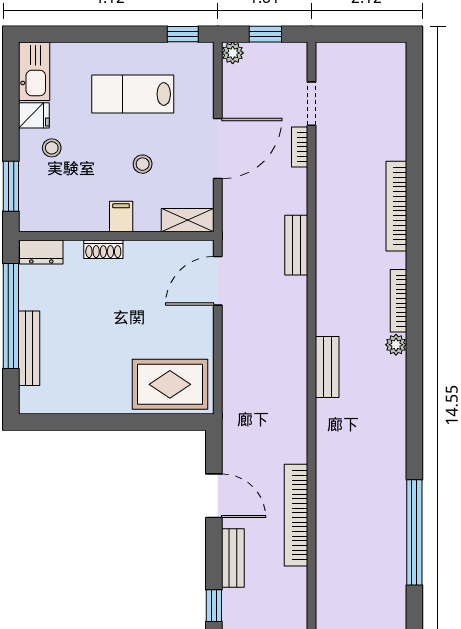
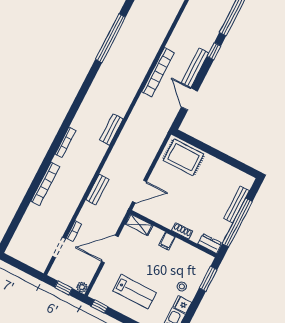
stool: (143, 164) -> (146, 259), removed
plant: (396, 345) -> (76, 124), removed
bench: (233, 558) -> (195, 68), width x1.36

